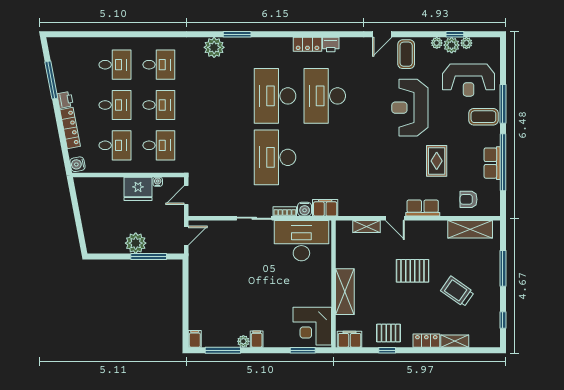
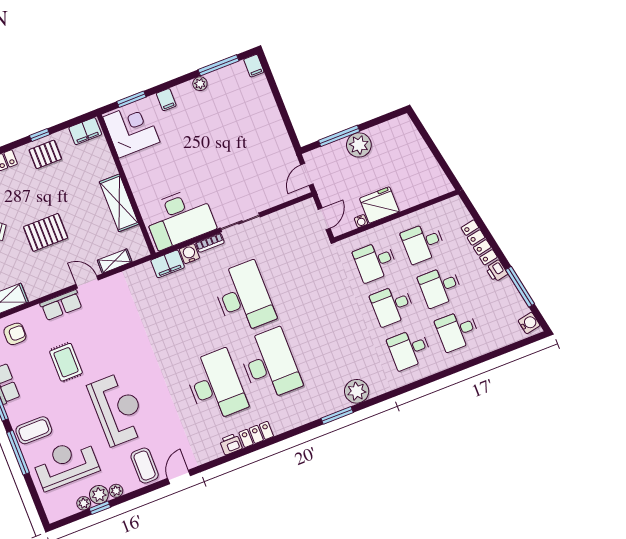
water cooler: (77, 164) -> (529, 323), moved
shelving: (345, 292) -> (119, 203), moved
filing cabinet: (257, 339) -> (166, 100), moved

